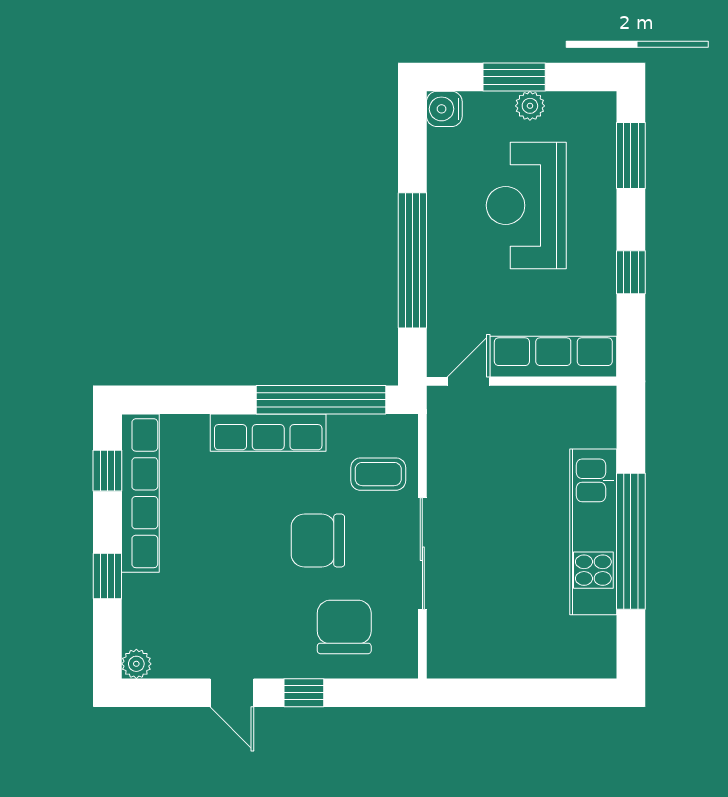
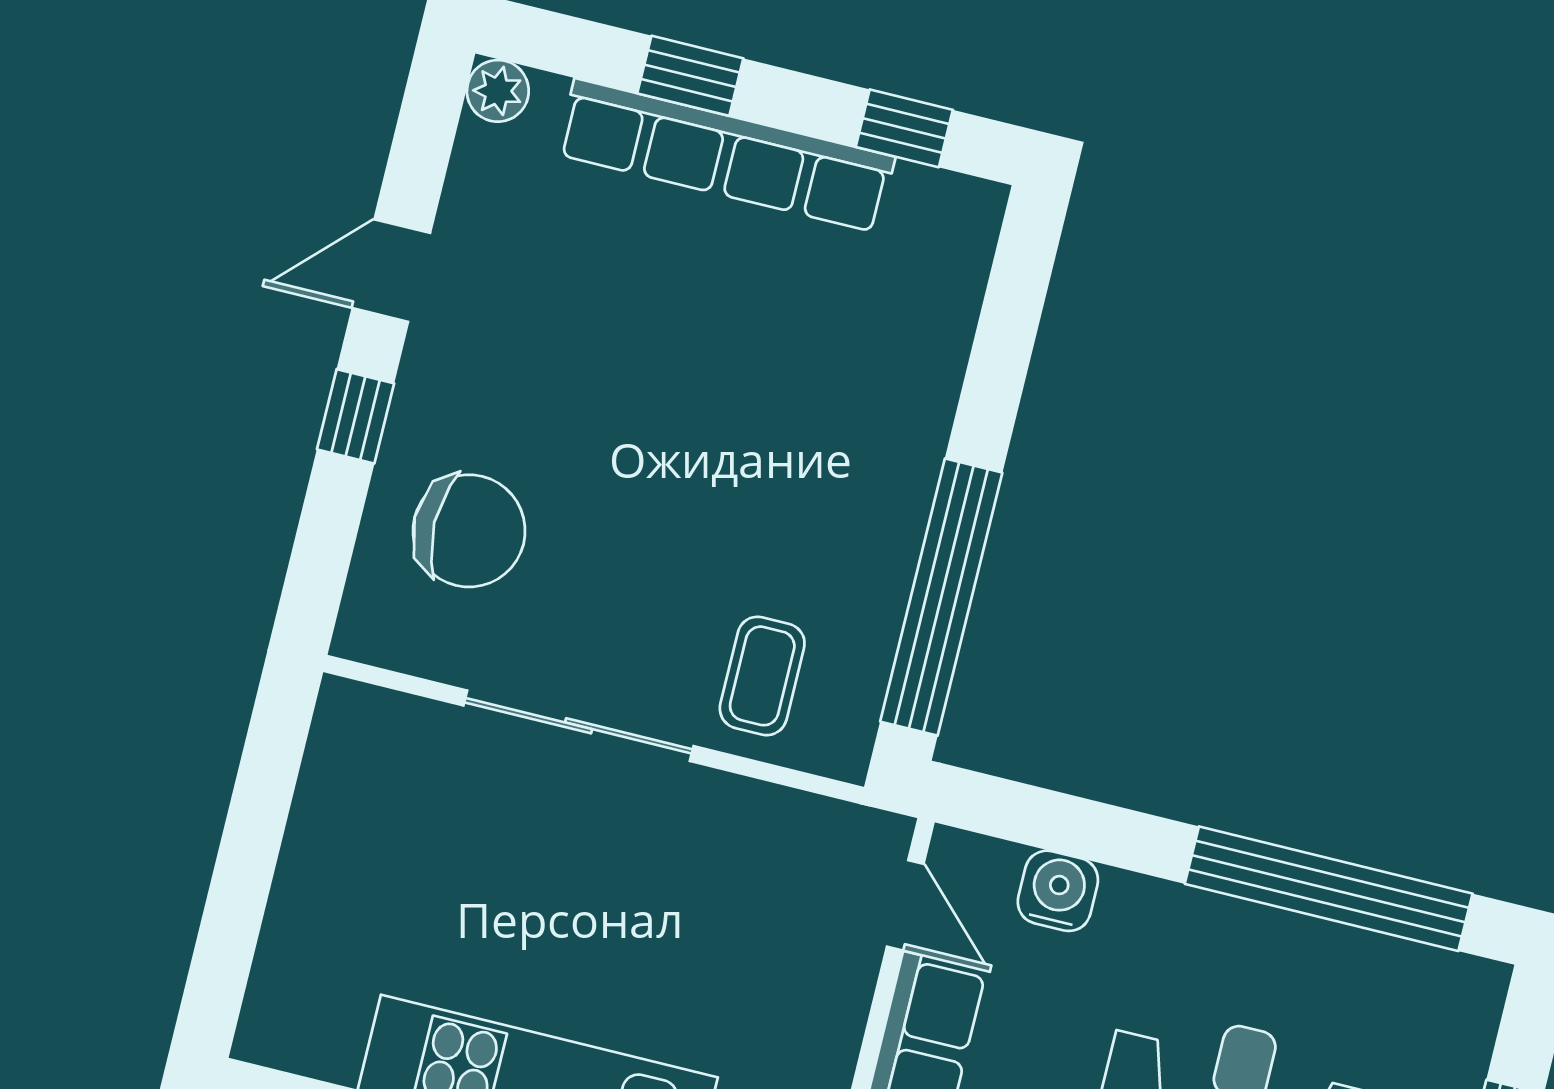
water cooler: (444, 109) -> (1058, 891), moved
window: (412, 260) -> (1329, 889), moved
row of seats: (268, 433) -> (901, 473), removed
row of seats: (140, 493) -> (726, 155), moved
chair: (318, 541) -> (657, 520), removed

